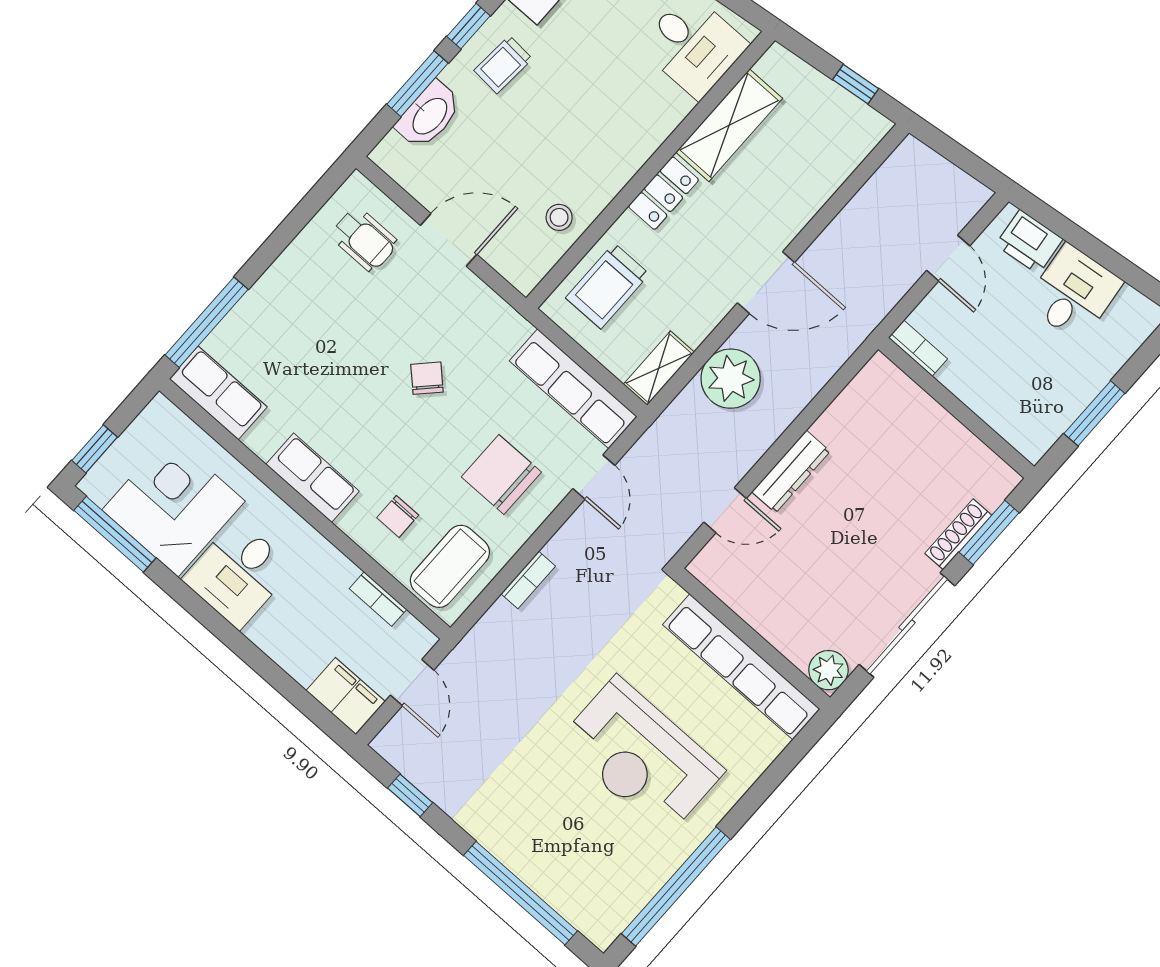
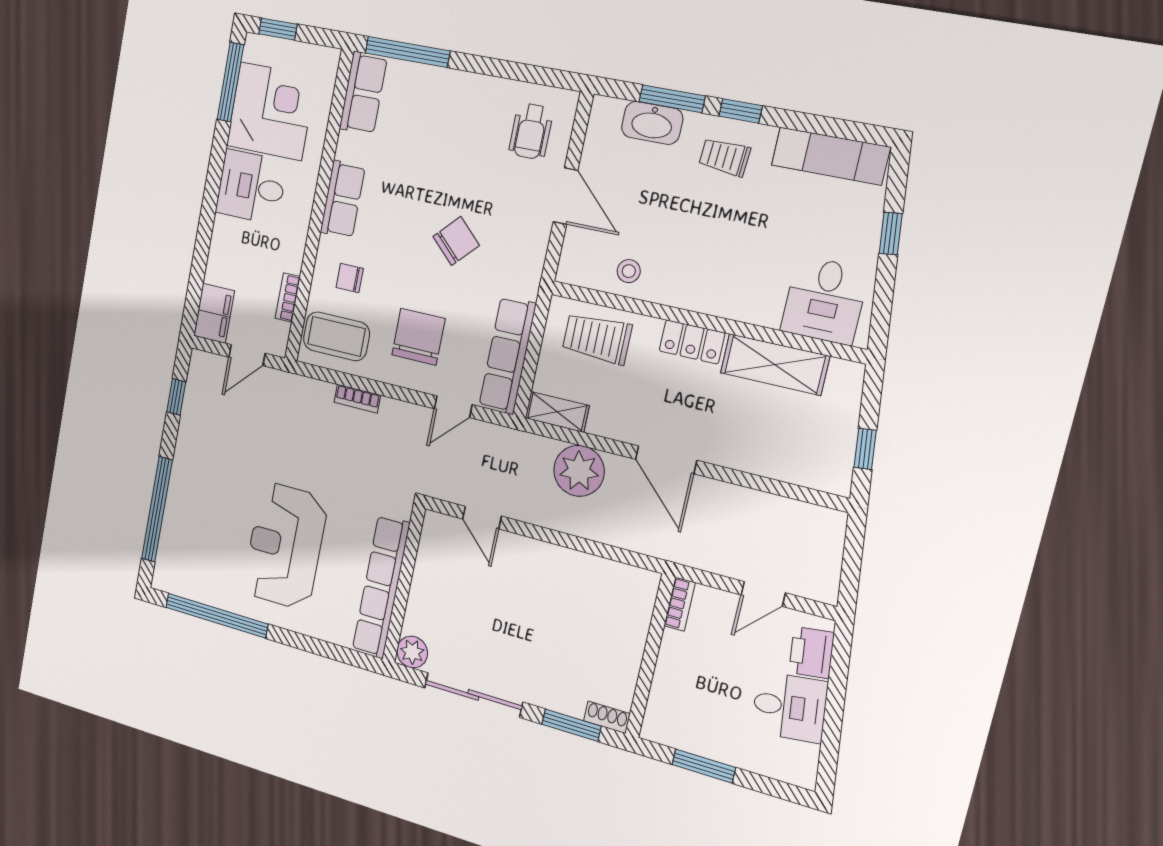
chair: (427, 378) -> (456, 241), width x1.37, depth x1.37
dresser: (791, 472) -> (536, 553), removed
shoe rack: (958, 534) -> (607, 717), moved, width x0.70

